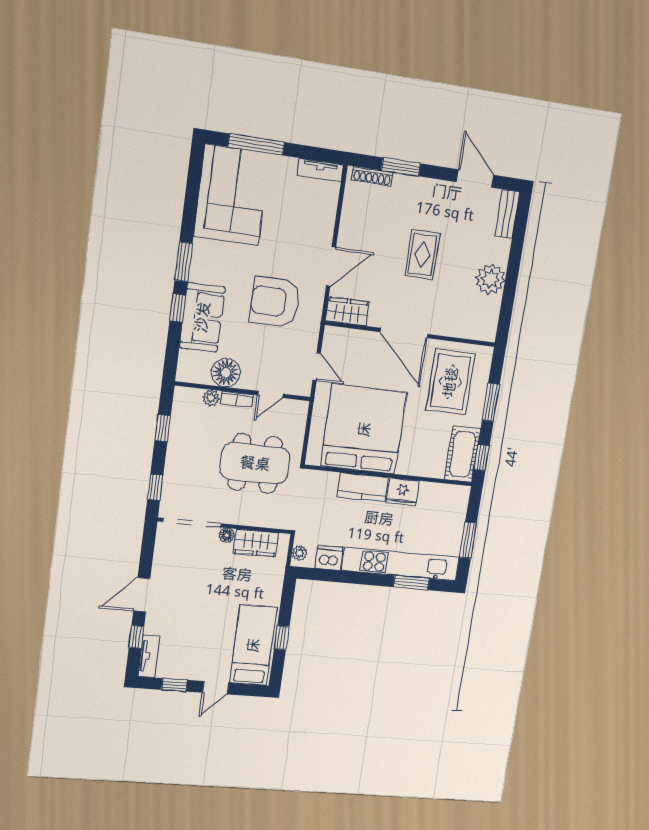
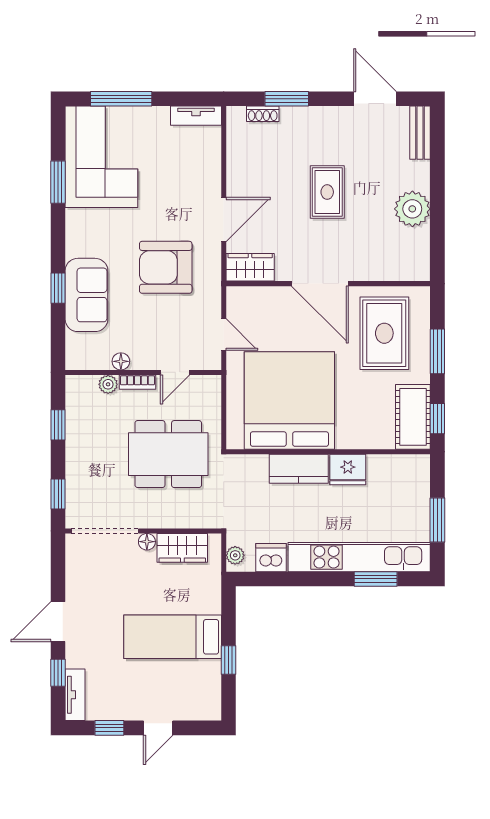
shoe rack: (372, 176) -> (263, 114), width x0.70
window: (184, 262) -> (58, 182), moved
floor lamp: (226, 373) -> (121, 361), width x0.53, depth x0.53
bed: (253, 645) -> (173, 637), moved, turned -90

